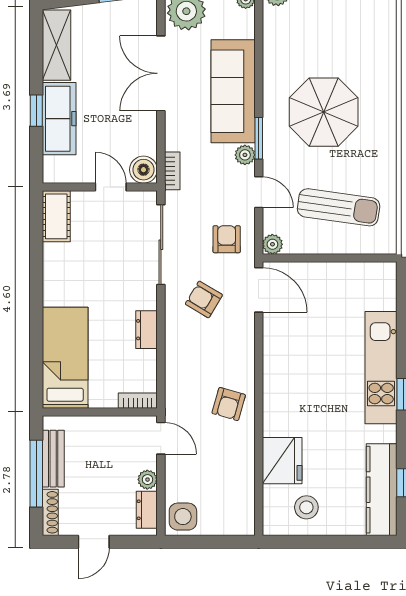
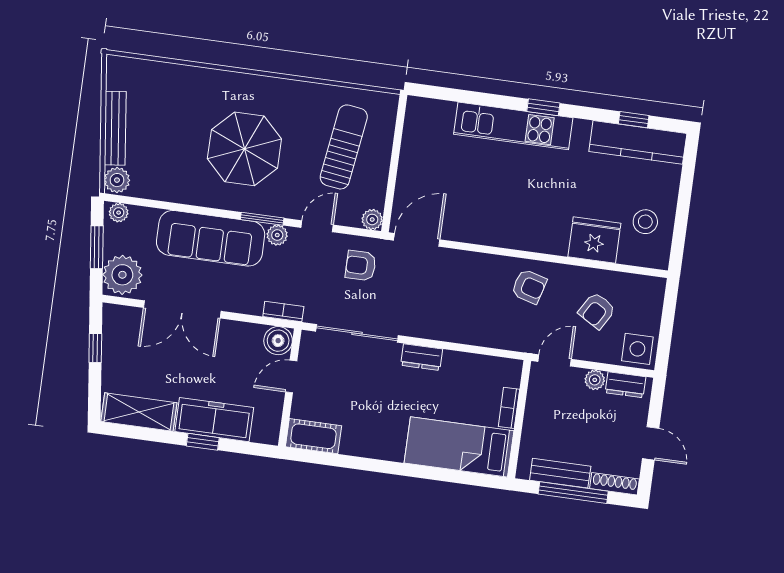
armchair: (204, 299) -> (597, 311), moved
dresser: (147, 330) -> (422, 357), moved
bookcase: (138, 401) -> (509, 408), moved

